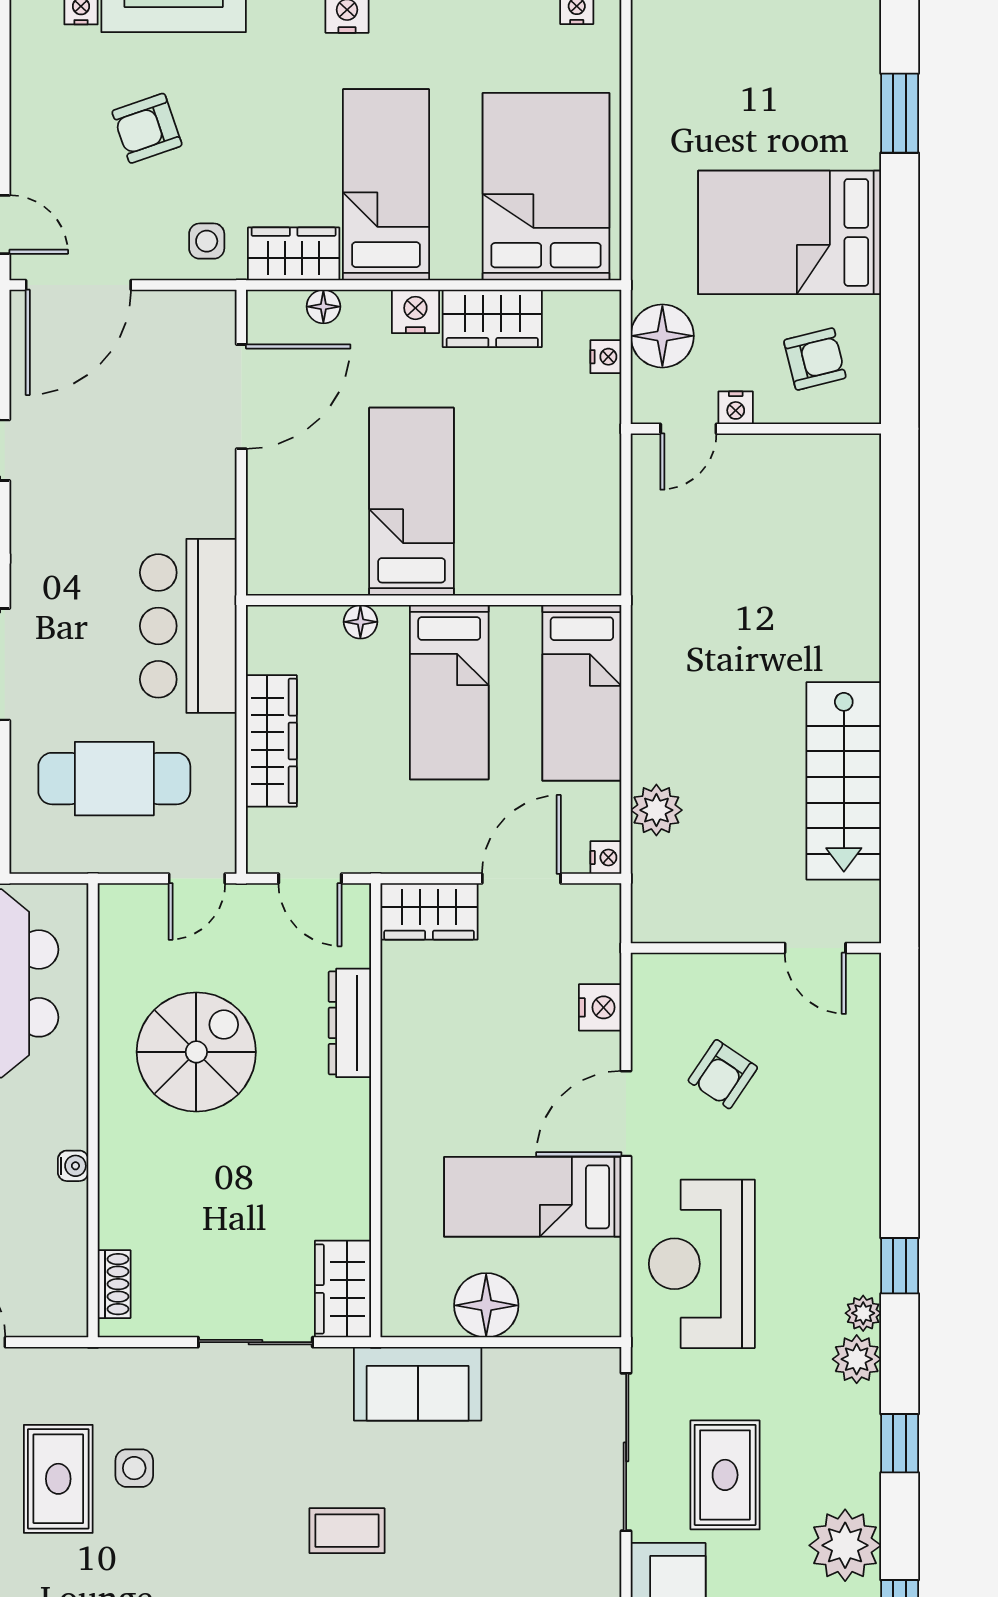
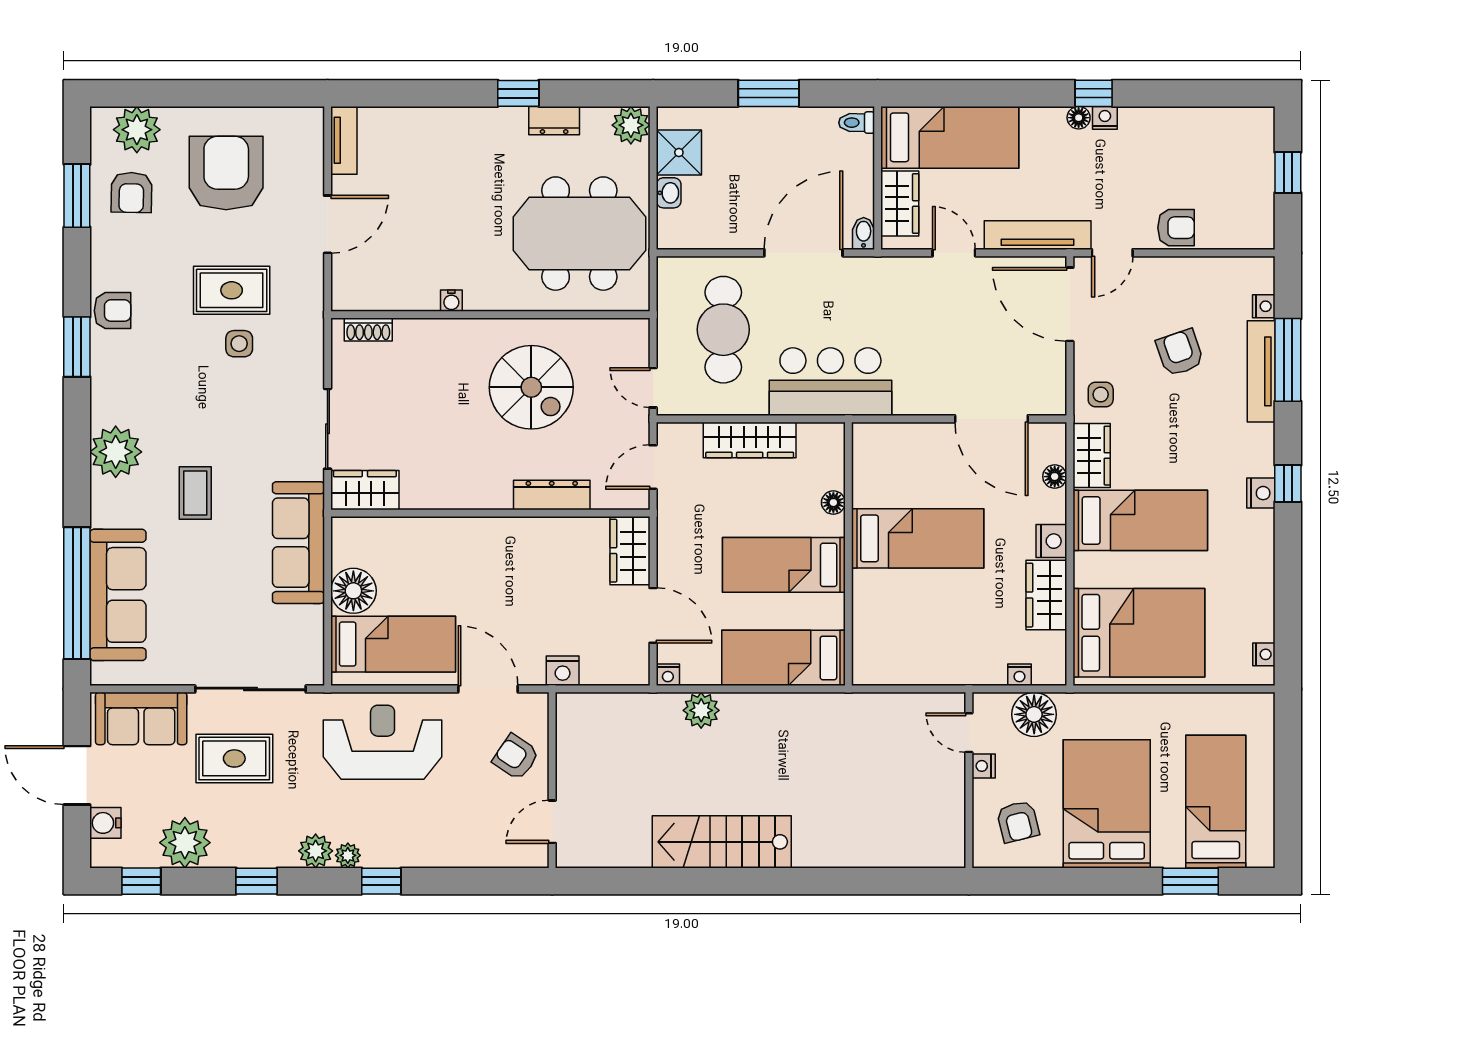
bed: (786, 77) -> (1216, 802), added
wall: (756, 948) -> (552, 780), moved
door: (815, 948) -> (552, 822), moved
bed: (533, 1197) -> (393, 644), moved, turned 90
sofa: (418, 1384) -> (298, 543), width x1.36

